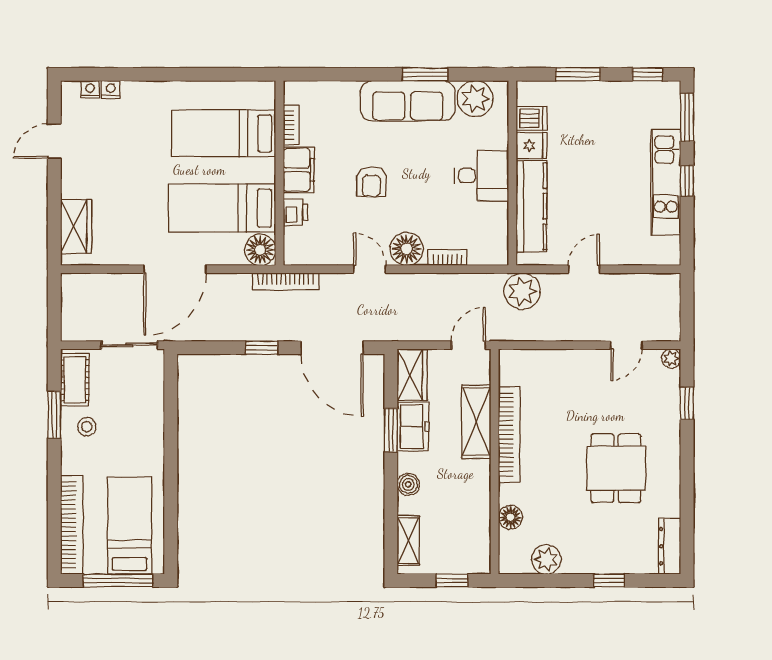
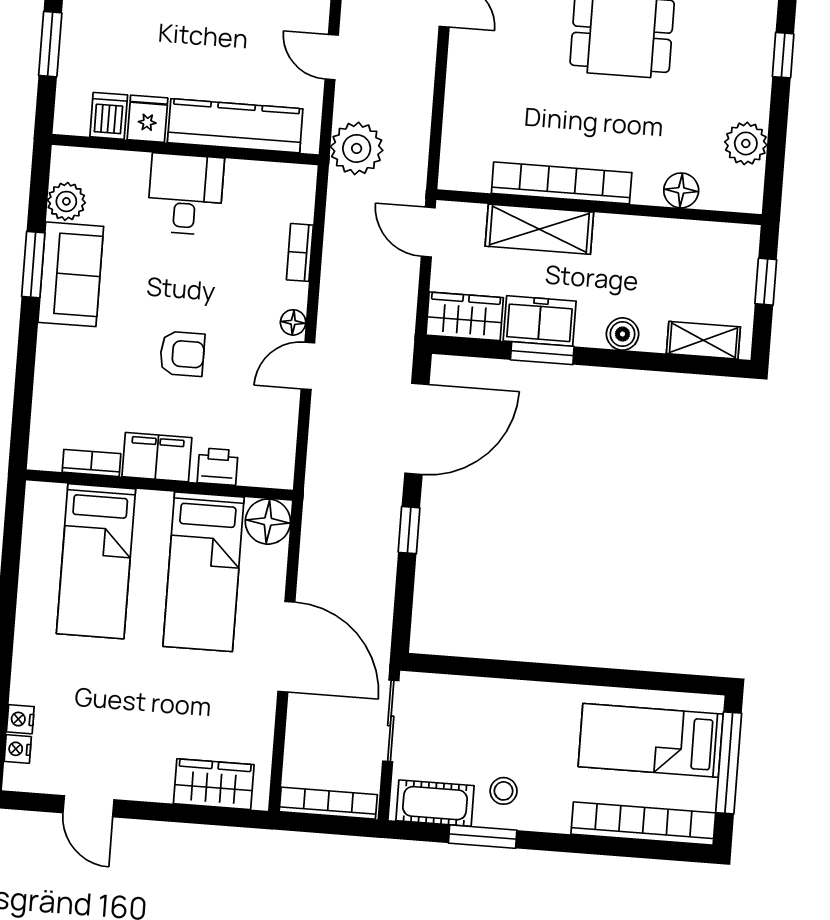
plant: (475, 99) -> (66, 201), width x0.73, depth x0.73
sofa: (408, 101) -> (71, 274), width x0.73
floor lamp: (407, 249) -> (293, 322), width x0.53, depth x0.53
bookcase: (286, 282) -> (328, 803), moved, turned -90

